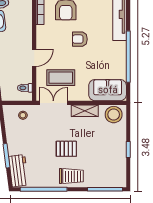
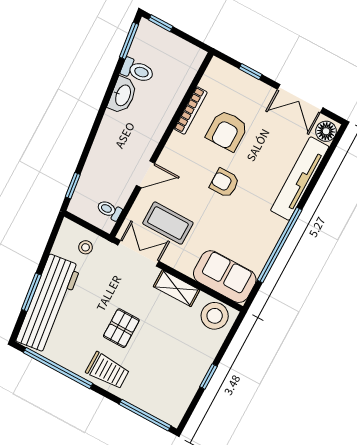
pallet: (66, 149) -> (121, 328), turned 90
workbench: (18, 171) -> (49, 304), width x1.88, depth x1.32

